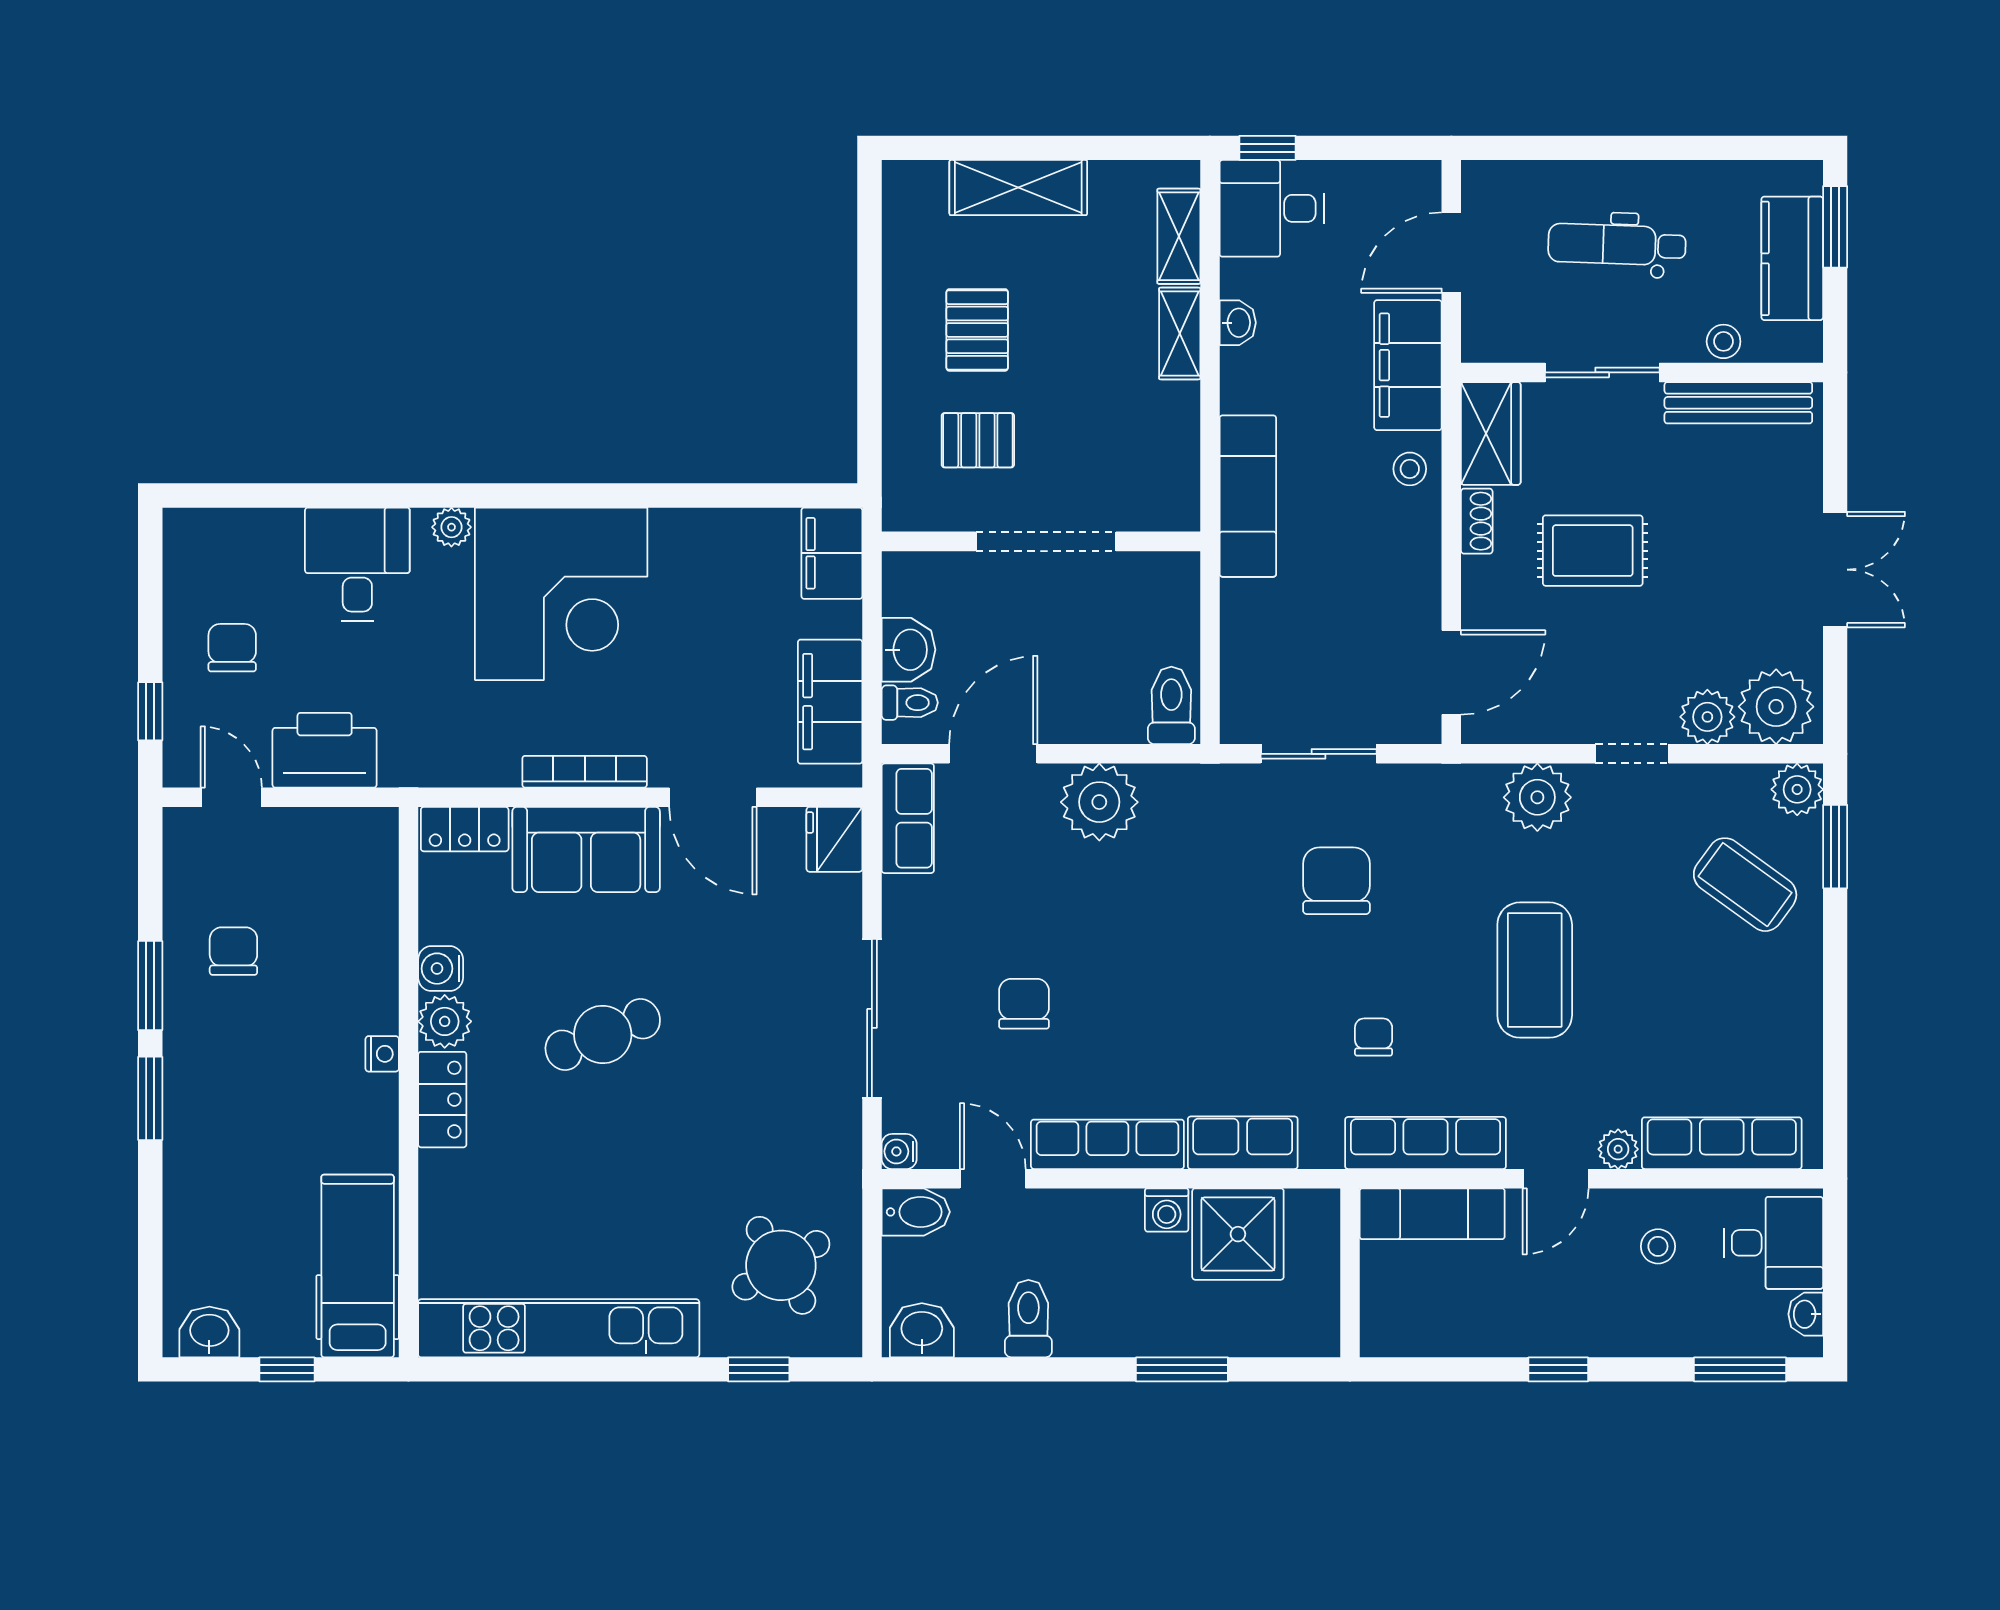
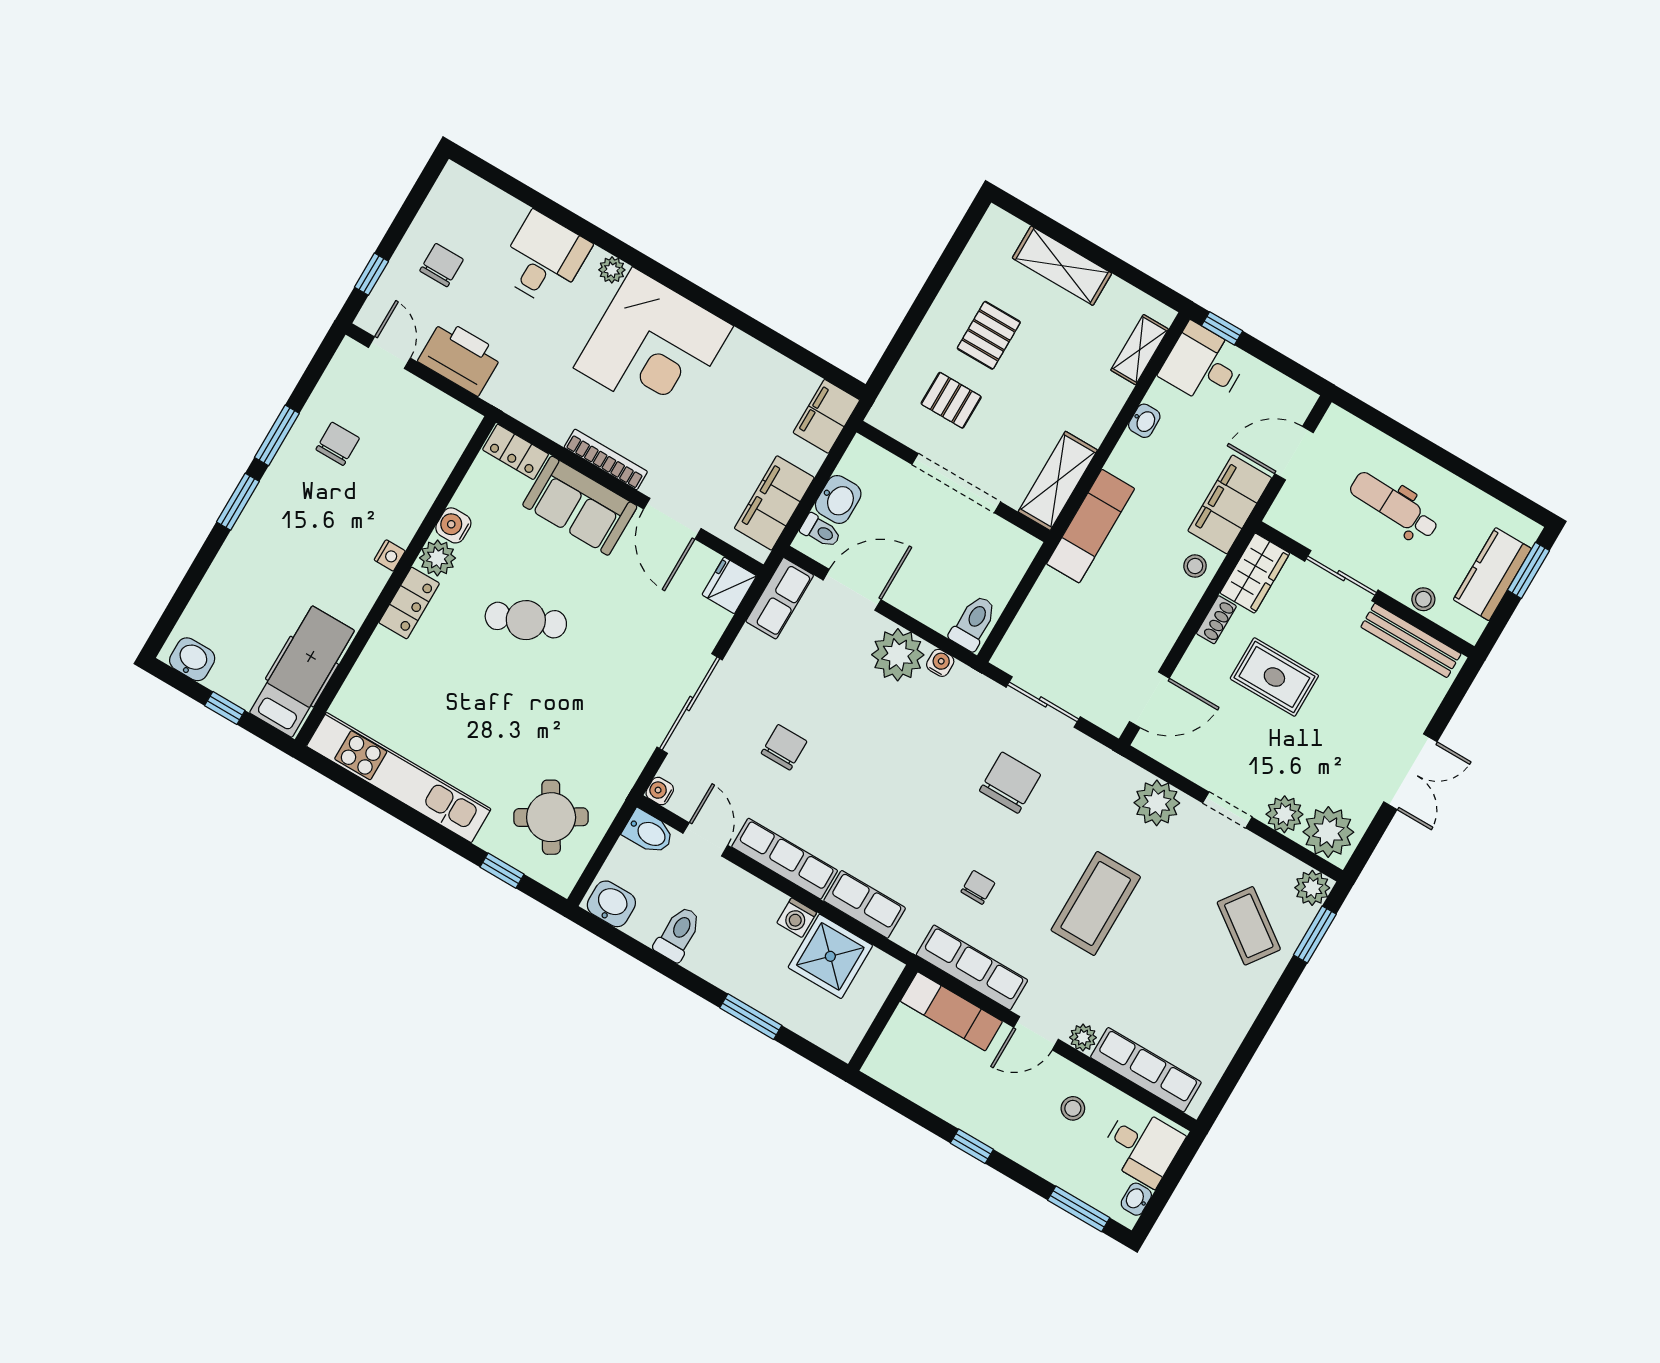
shelving: (1180, 334) -> (1058, 481), moved, width x1.50, depth x1.33
water cooler: (1159, 781) -> (940, 663), added

